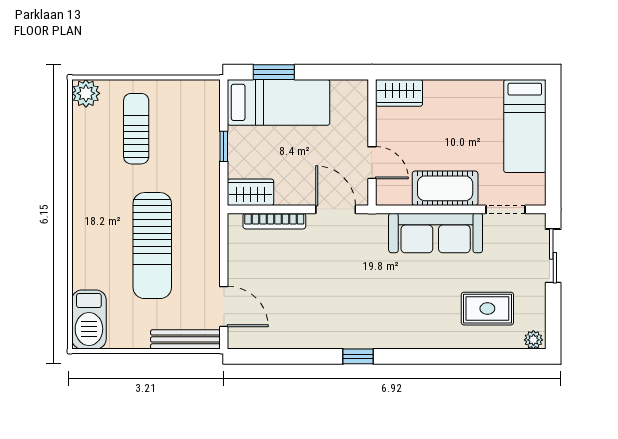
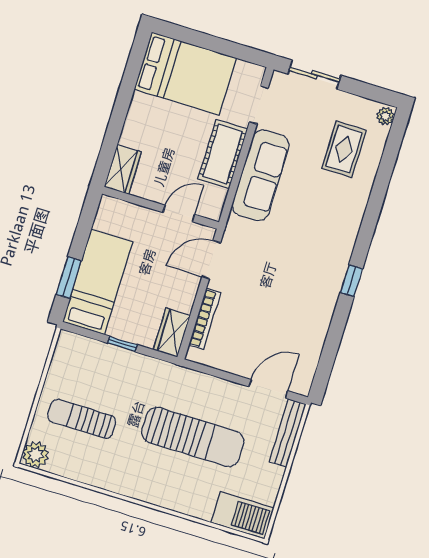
bed: (525, 126) -> (185, 74), width x1.50

